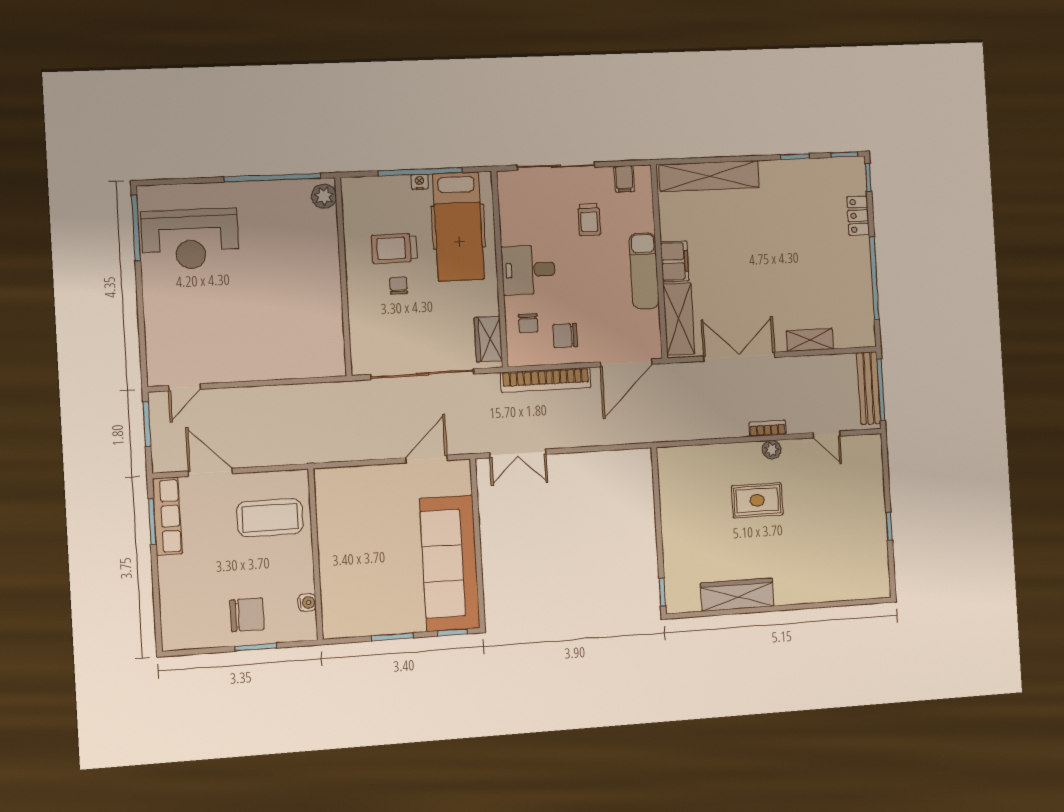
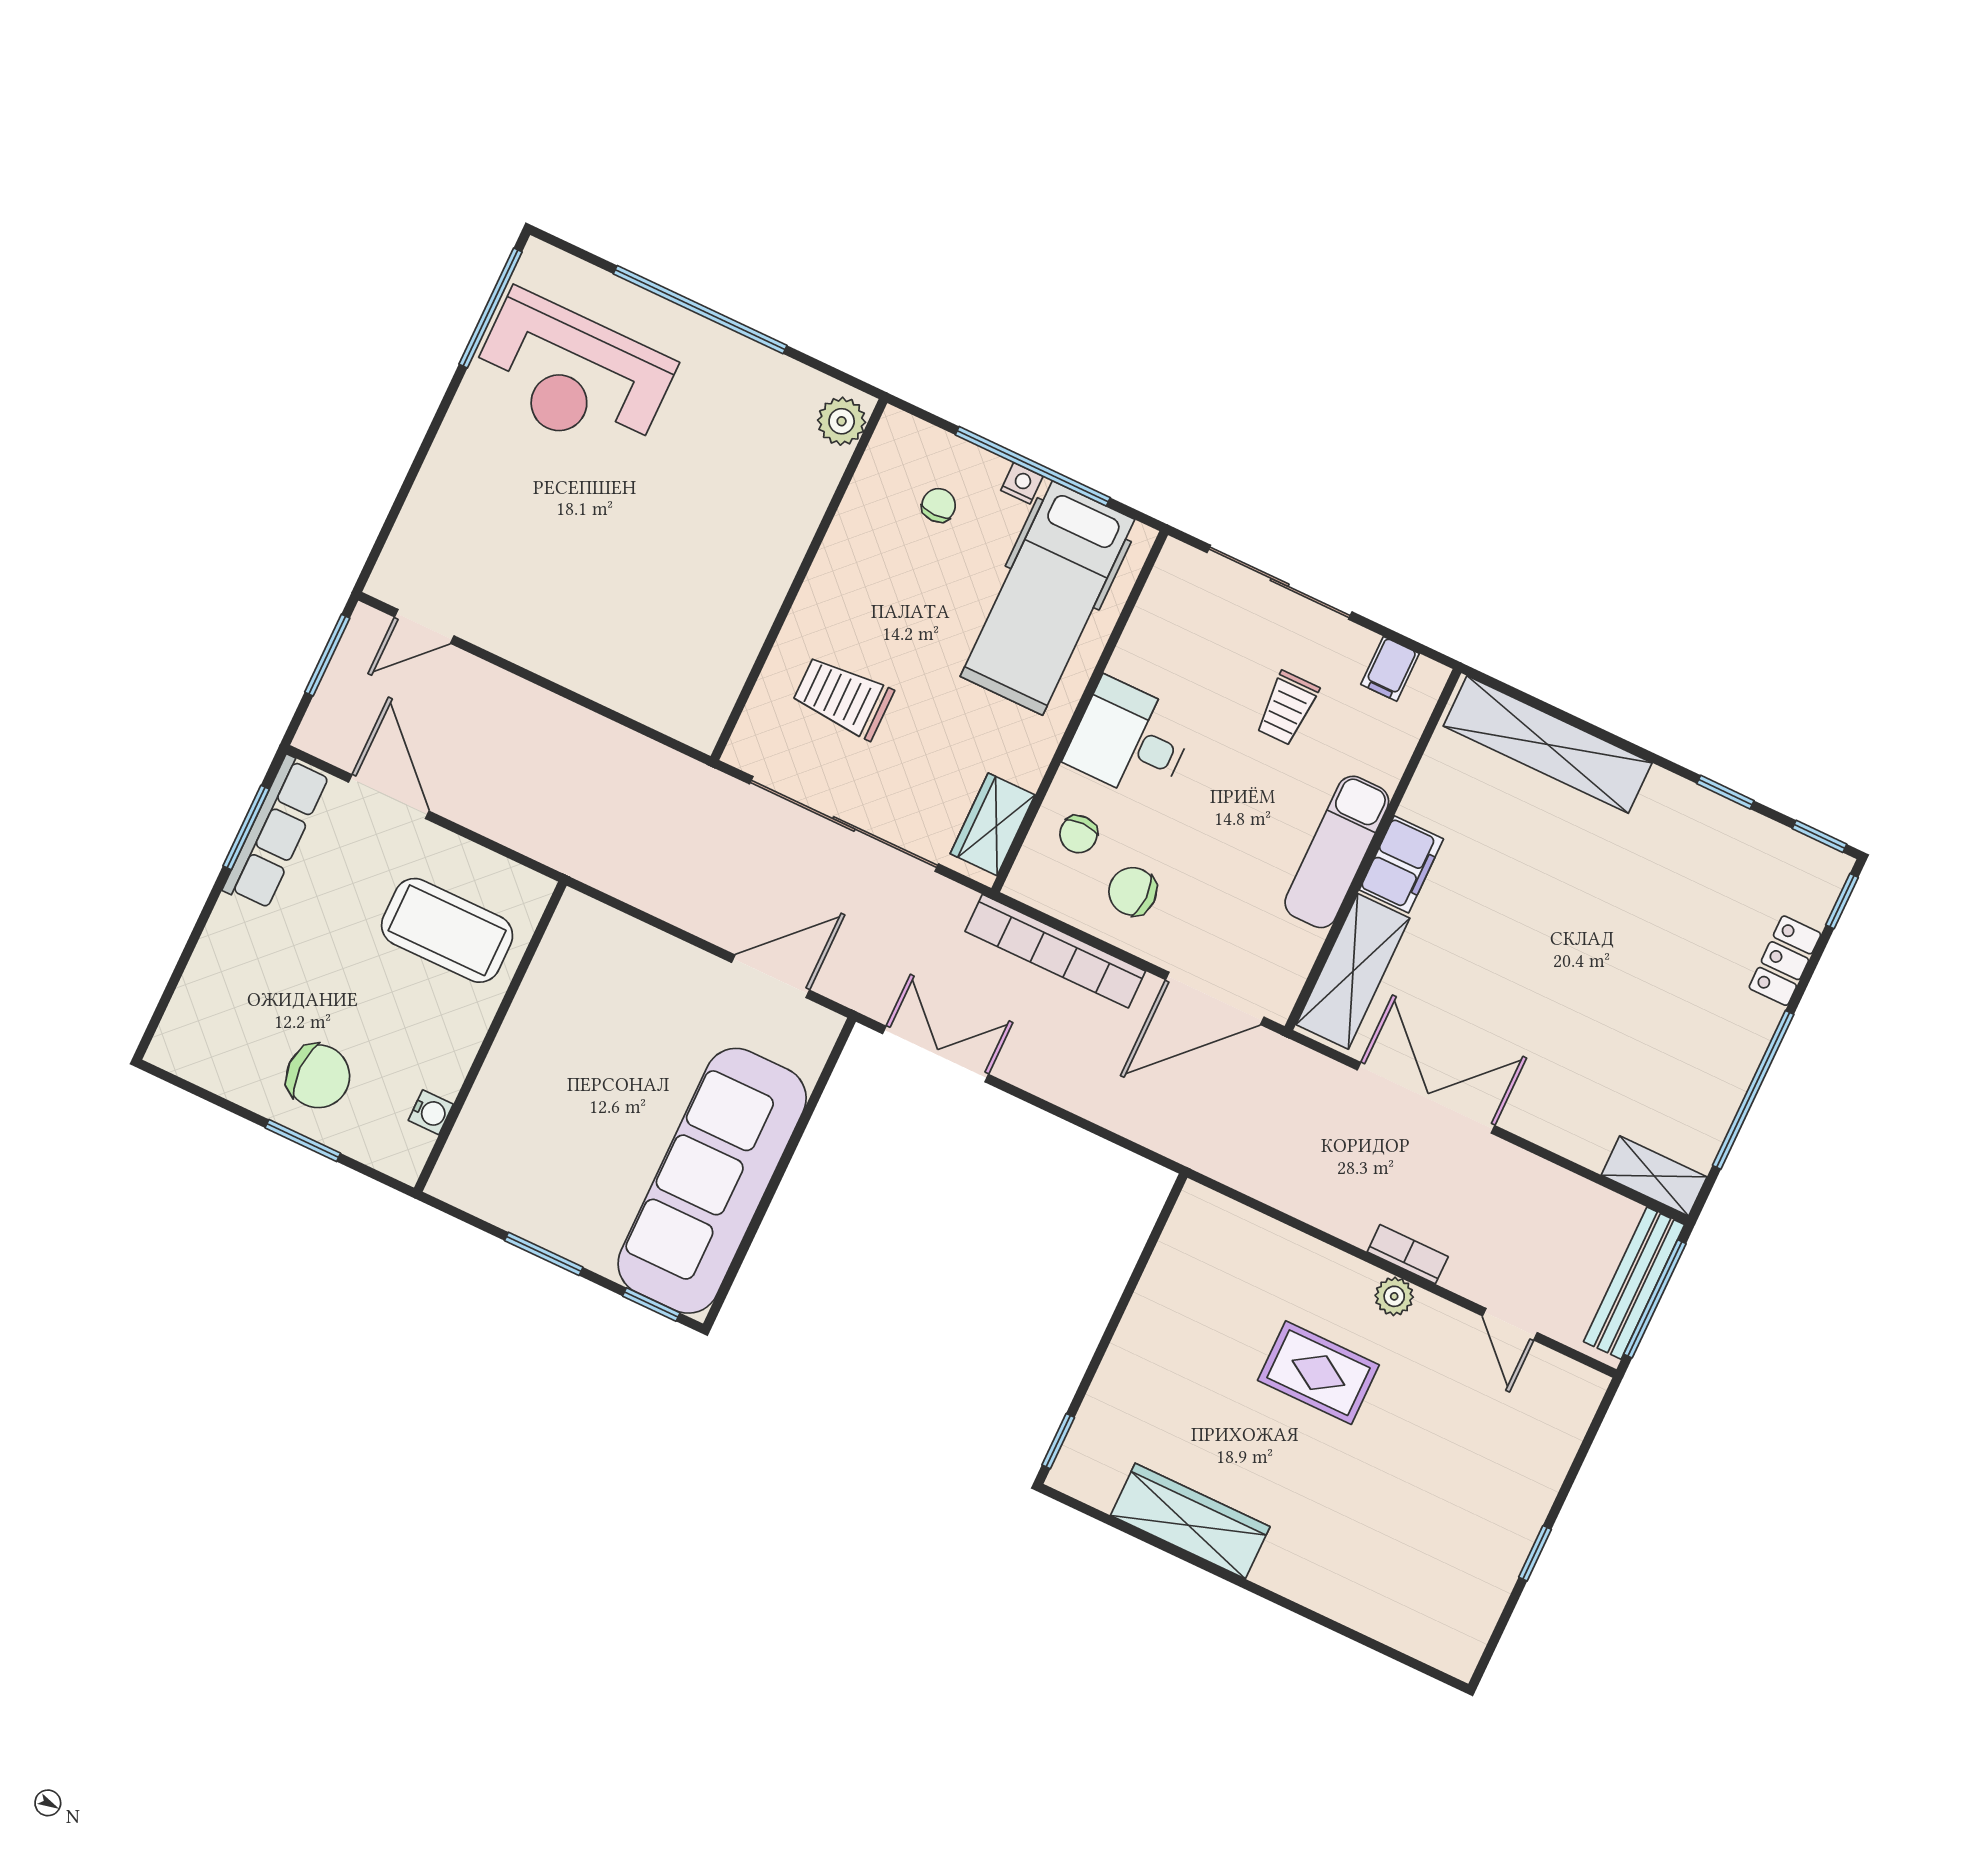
window: (272, 178) -> (700, 310), moved
trolley: (394, 248) -> (843, 697), moved
chair: (398, 286) -> (939, 505), moved
shelving: (810, 340) -> (1654, 1176), moved
double door: (518, 453) -> (936, 1054), swing flipped

